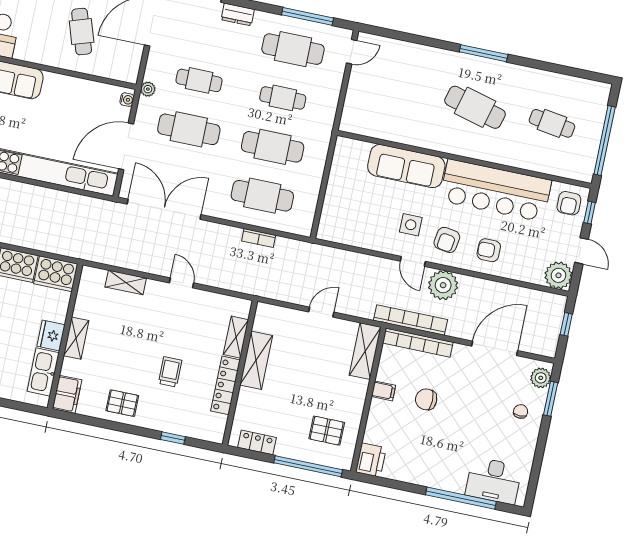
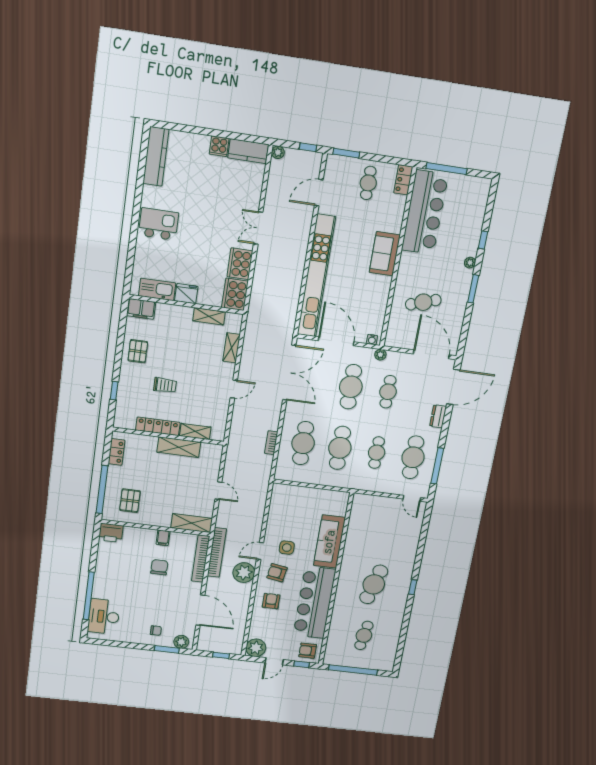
window: (484, 53) -> (413, 587), width x0.46
shelving: (76, 338) -> (209, 316), moved

